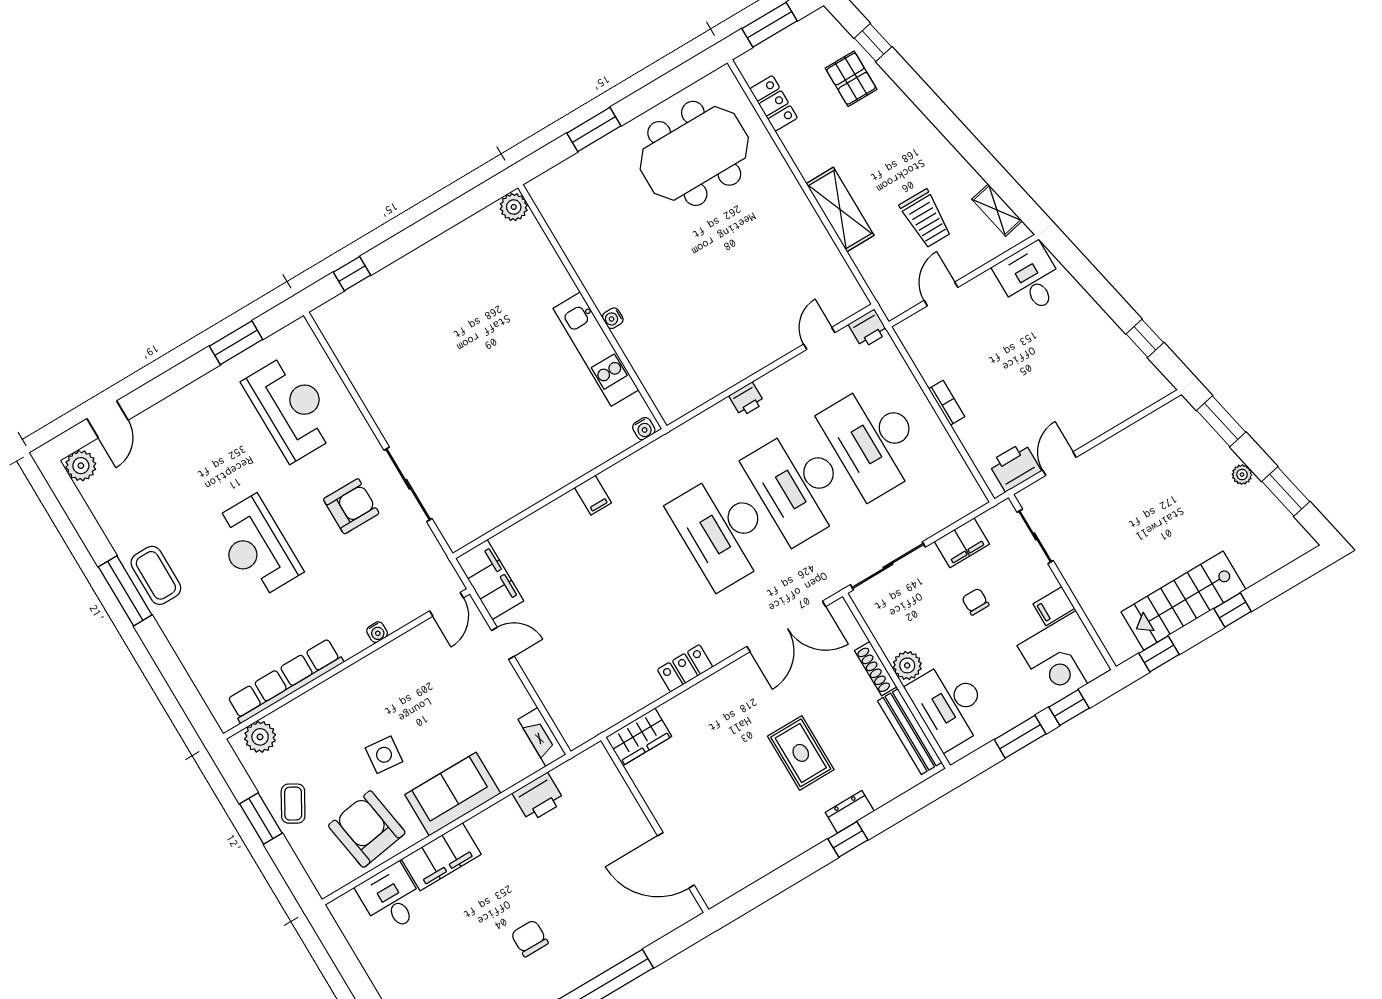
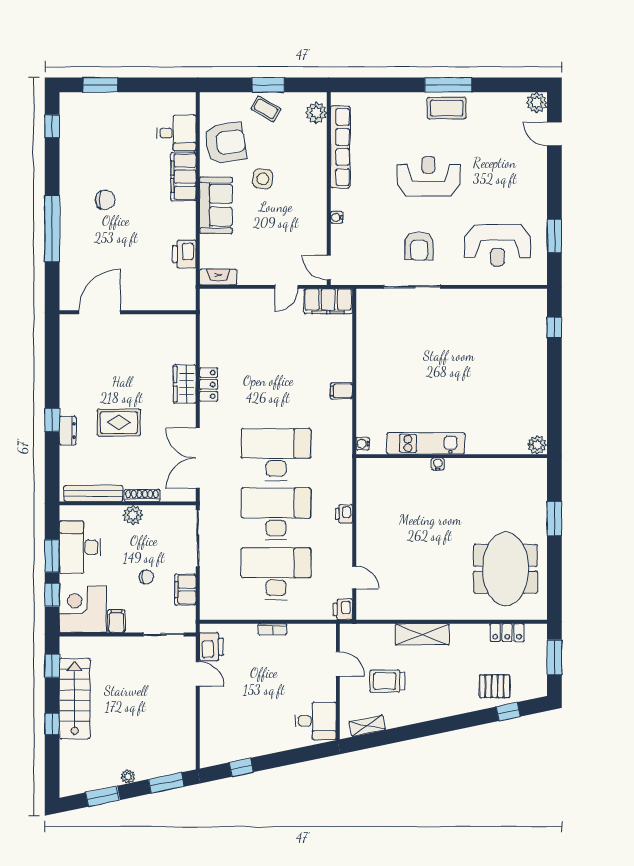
desk: (949, 705) -> (80, 547), moved, turned -90
wardrobe: (639, 737) -> (185, 384), moved

